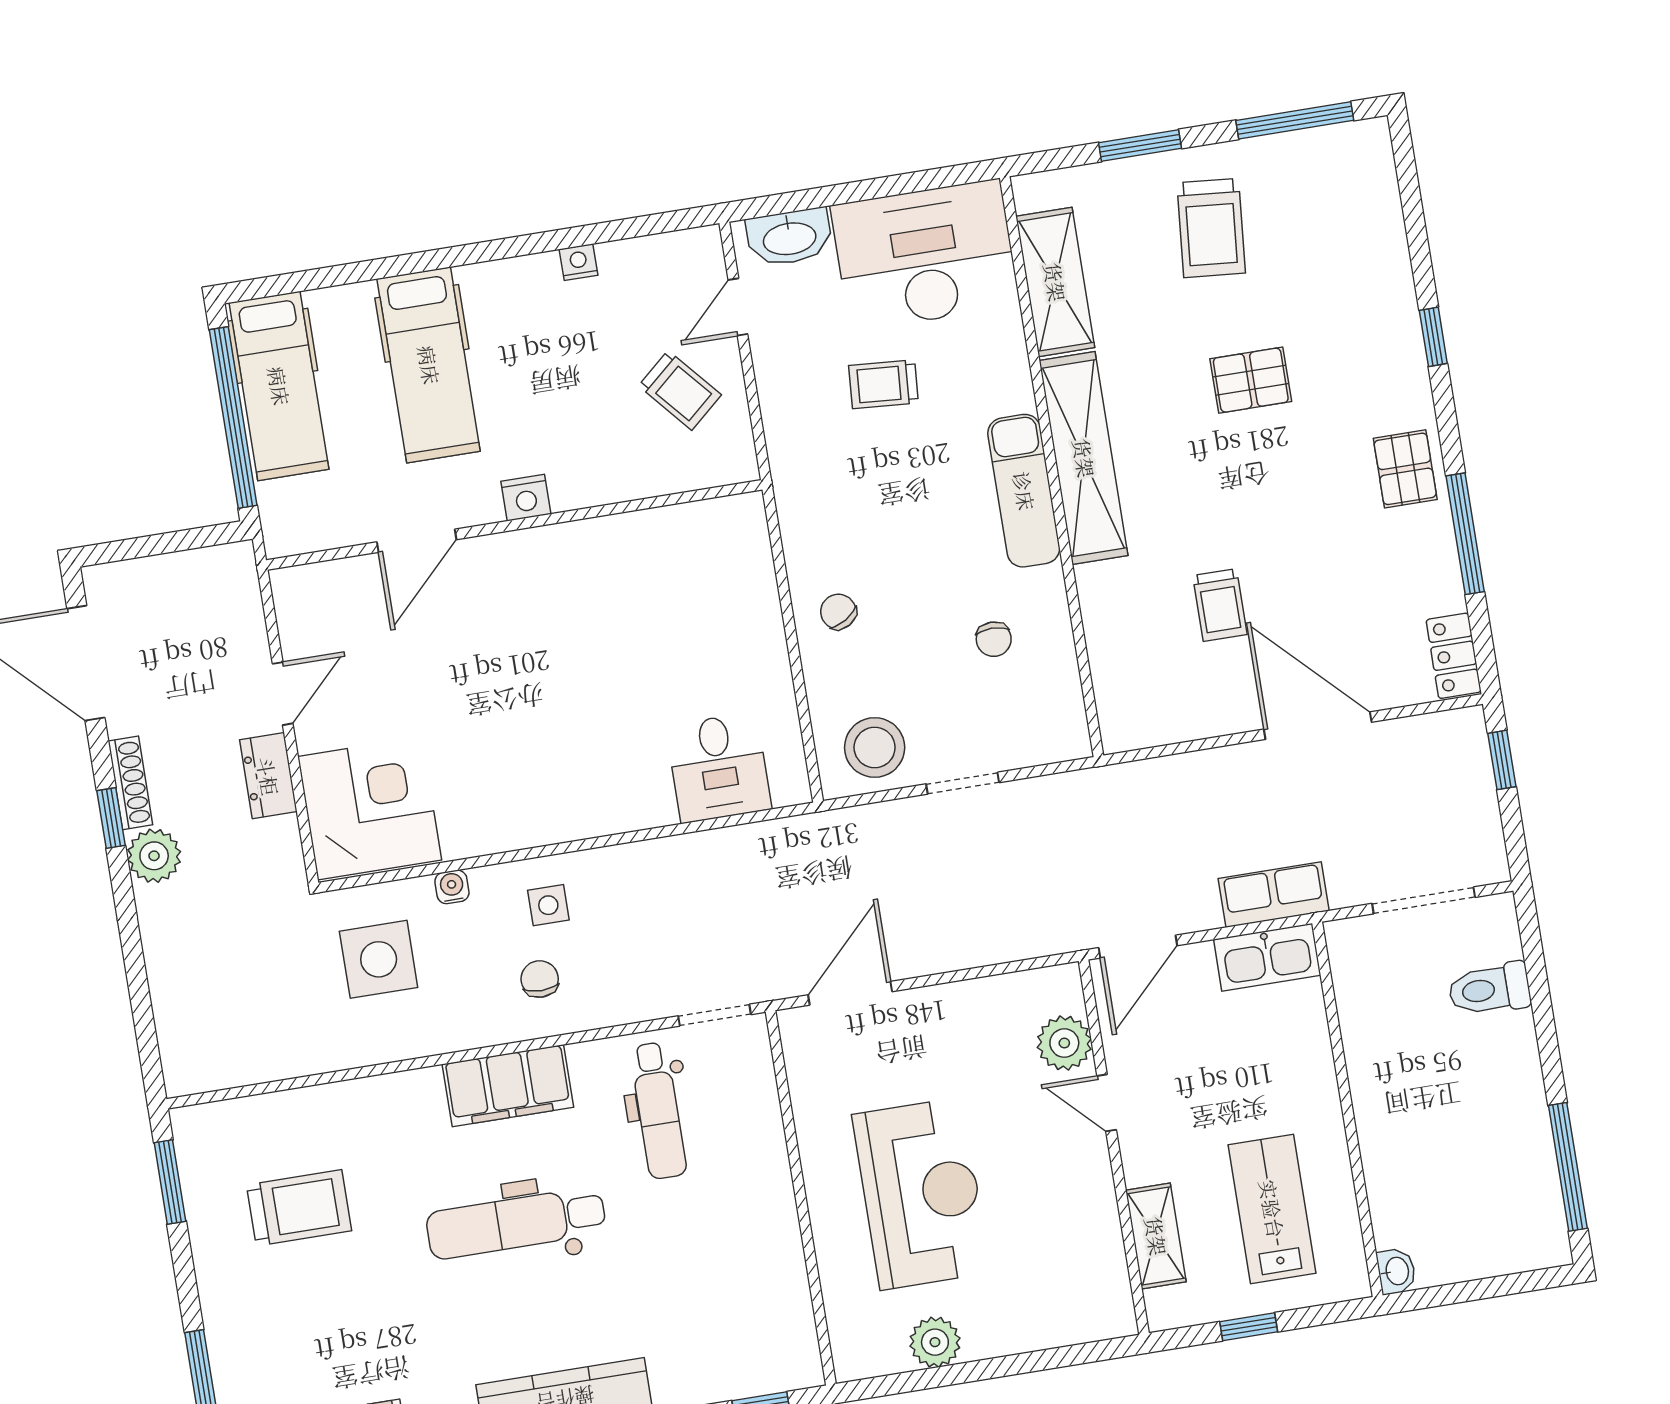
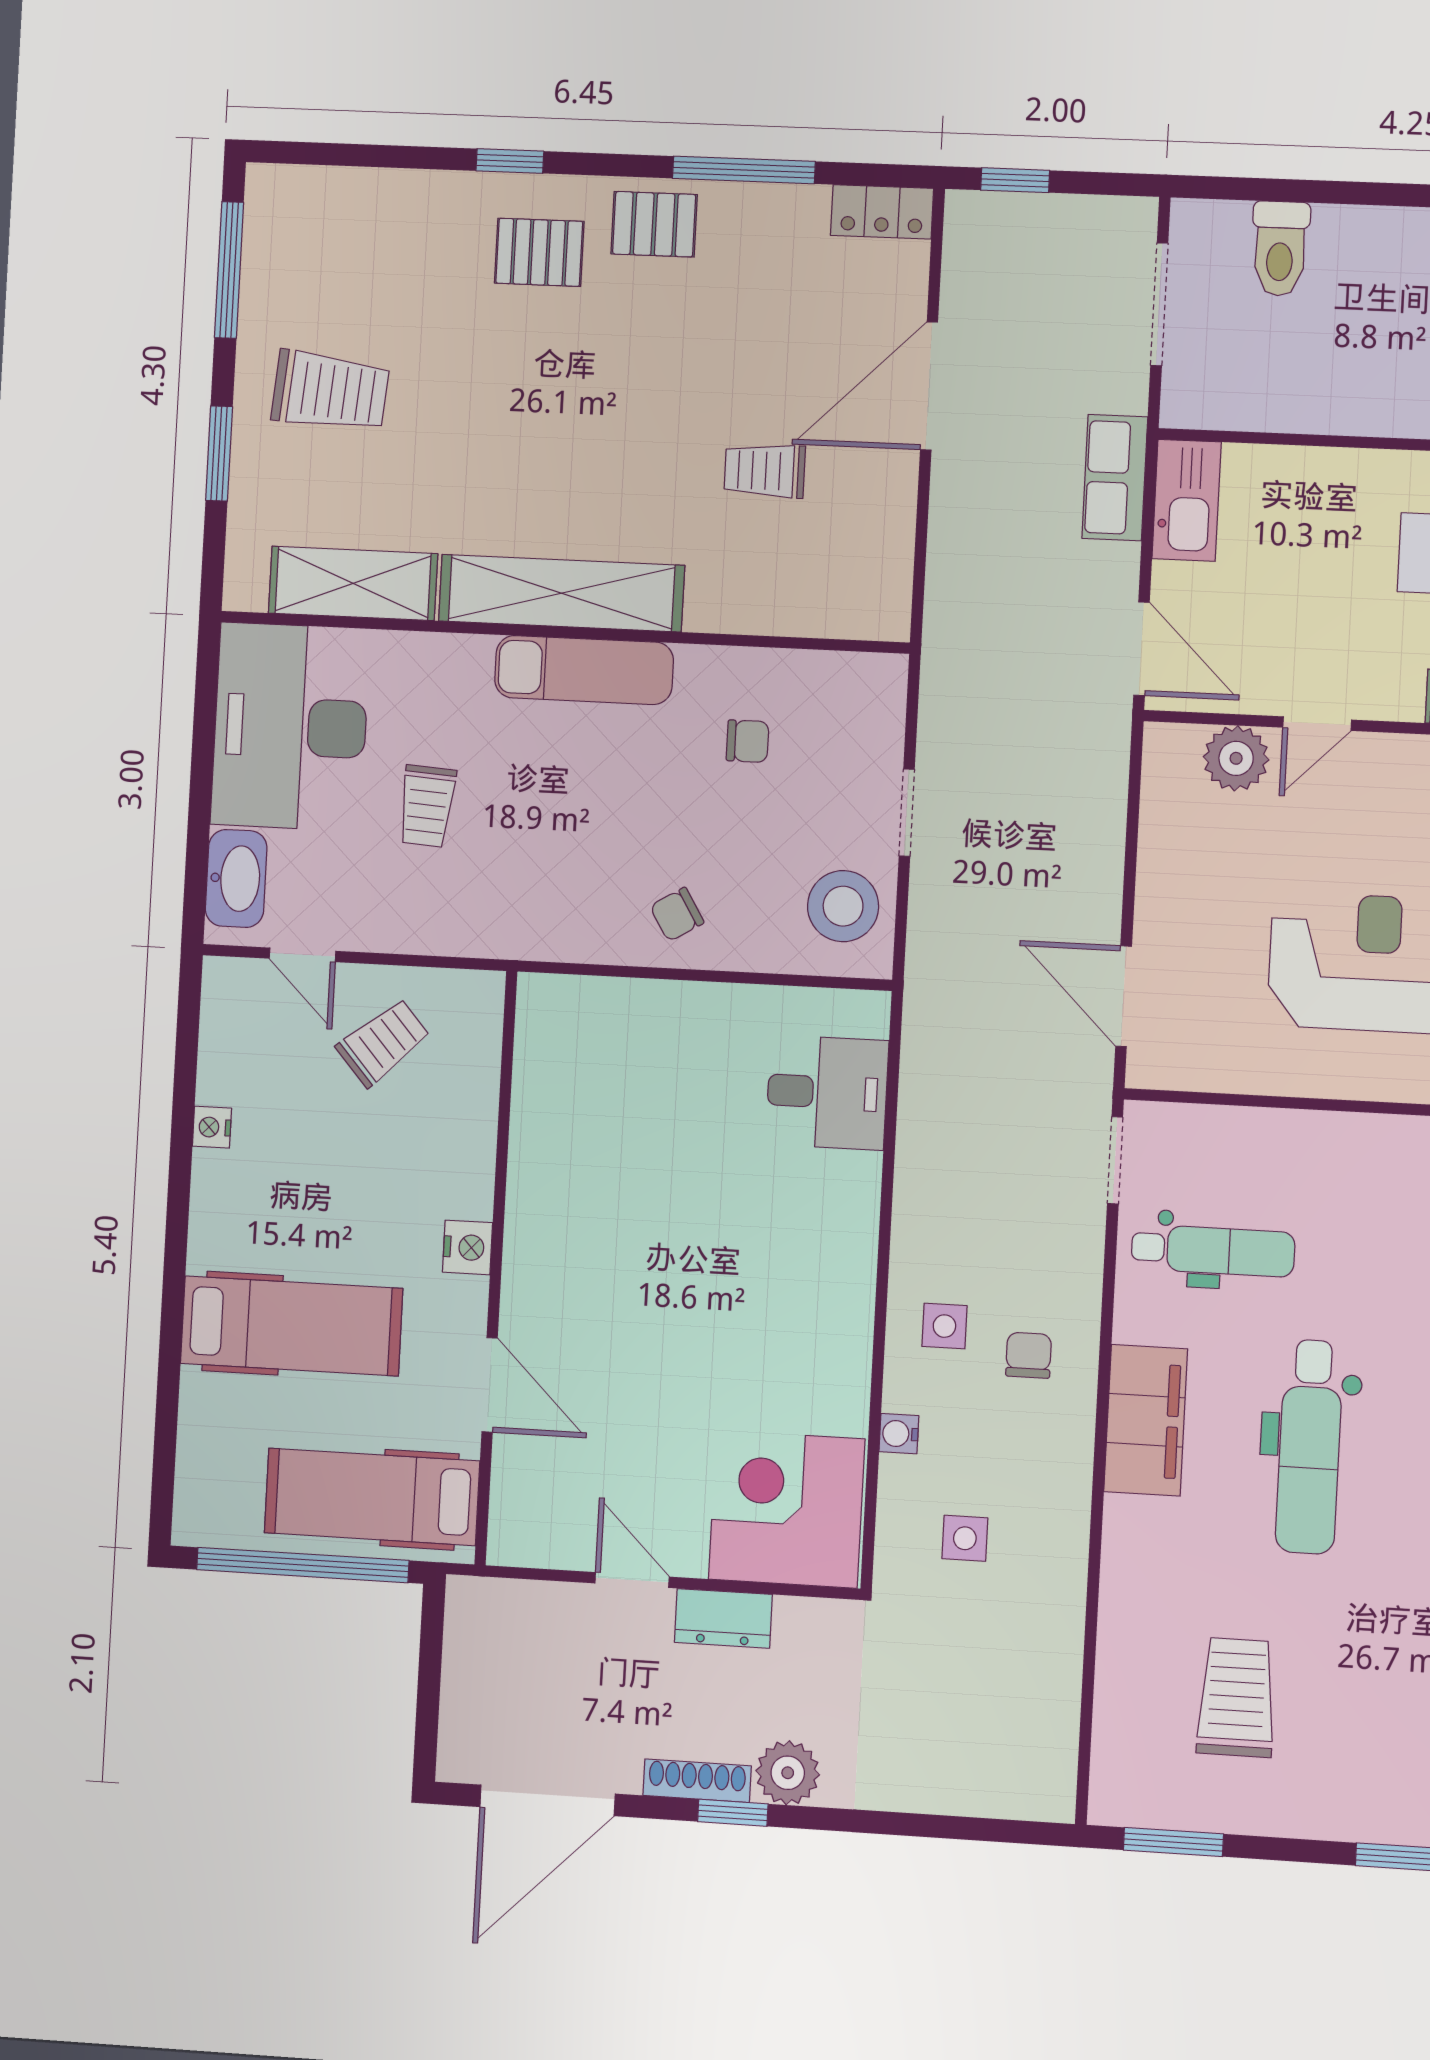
pallet: (1251, 380) -> (539, 252), moved, turned 90
hospital bed: (279, 386) -> (372, 1497), moved, turned 180
trolley: (1220, 605) -> (765, 471), turned 180
side table: (379, 959) -> (965, 1538), width x0.54, depth x0.54
chair: (540, 979) -> (1029, 1355), turned 90

